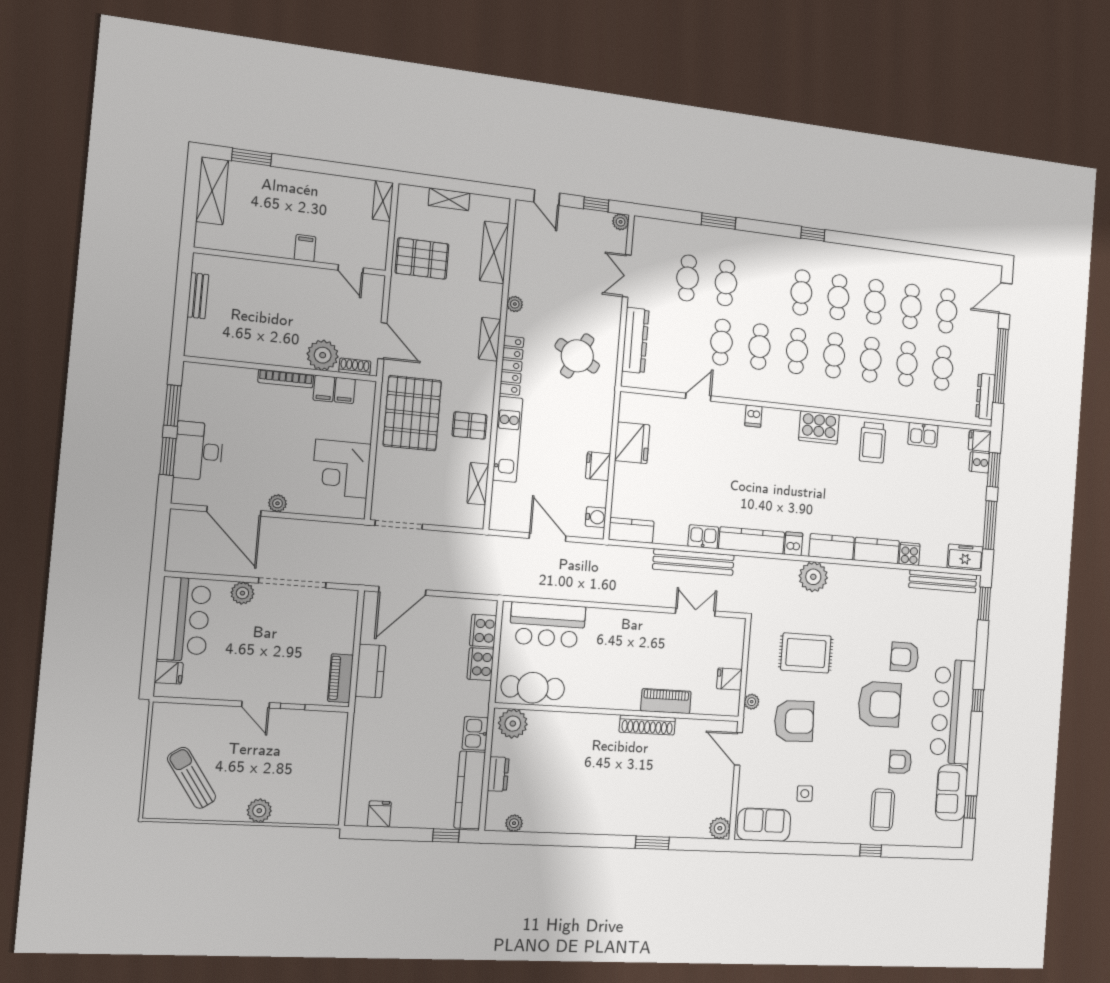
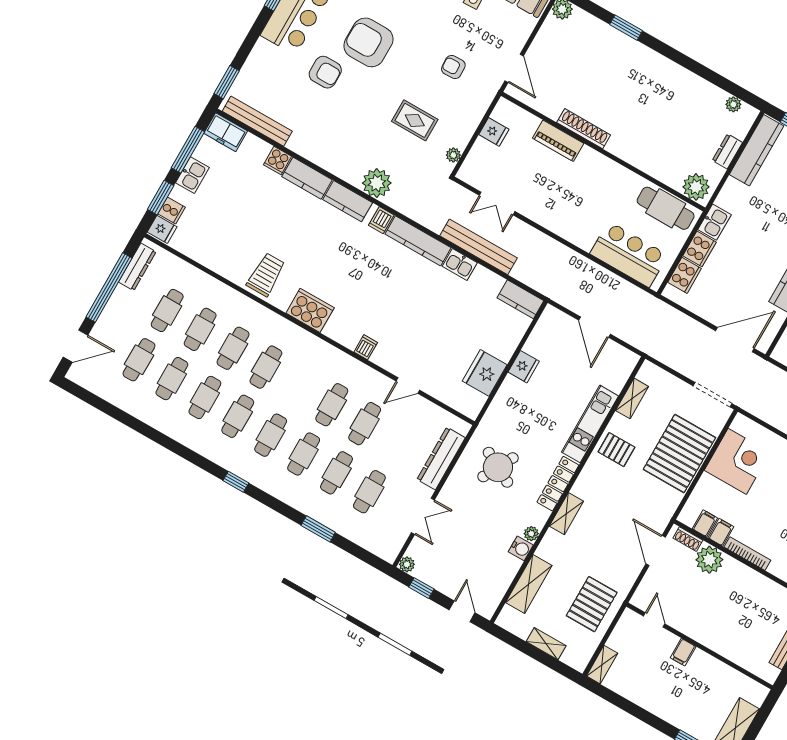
pallet: (422, 259) -> (592, 604), turned 90
cafe table: (797, 351) -> (304, 454), moved
pallet: (412, 413) -> (679, 454), moved
kitchen sink: (923, 435) -> (192, 175), moved, turned 90
water cooler: (596, 517) -> (521, 548), moved, turned 180
rug: (806, 653) -> (415, 120), width x0.73, depth x0.70
plant: (752, 702) -> (453, 155), moved
armchair: (794, 721) -> (453, 67), width x0.53, depth x0.53
kitchen sink: (475, 733) -> (714, 222), moved

